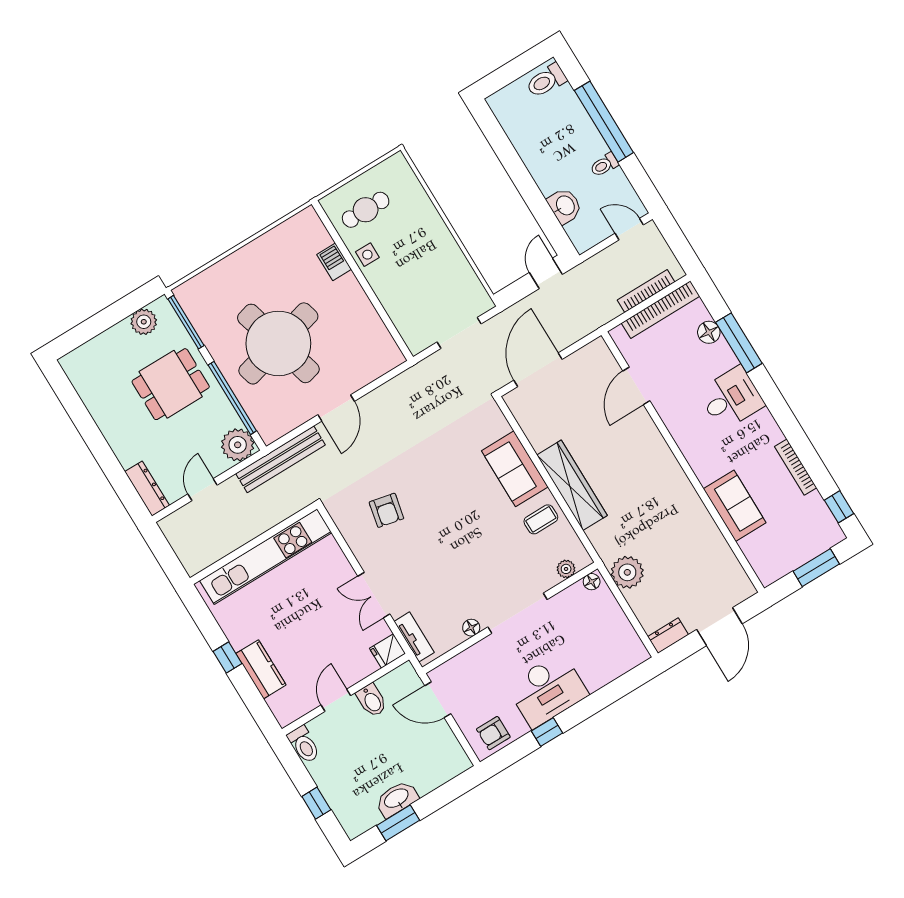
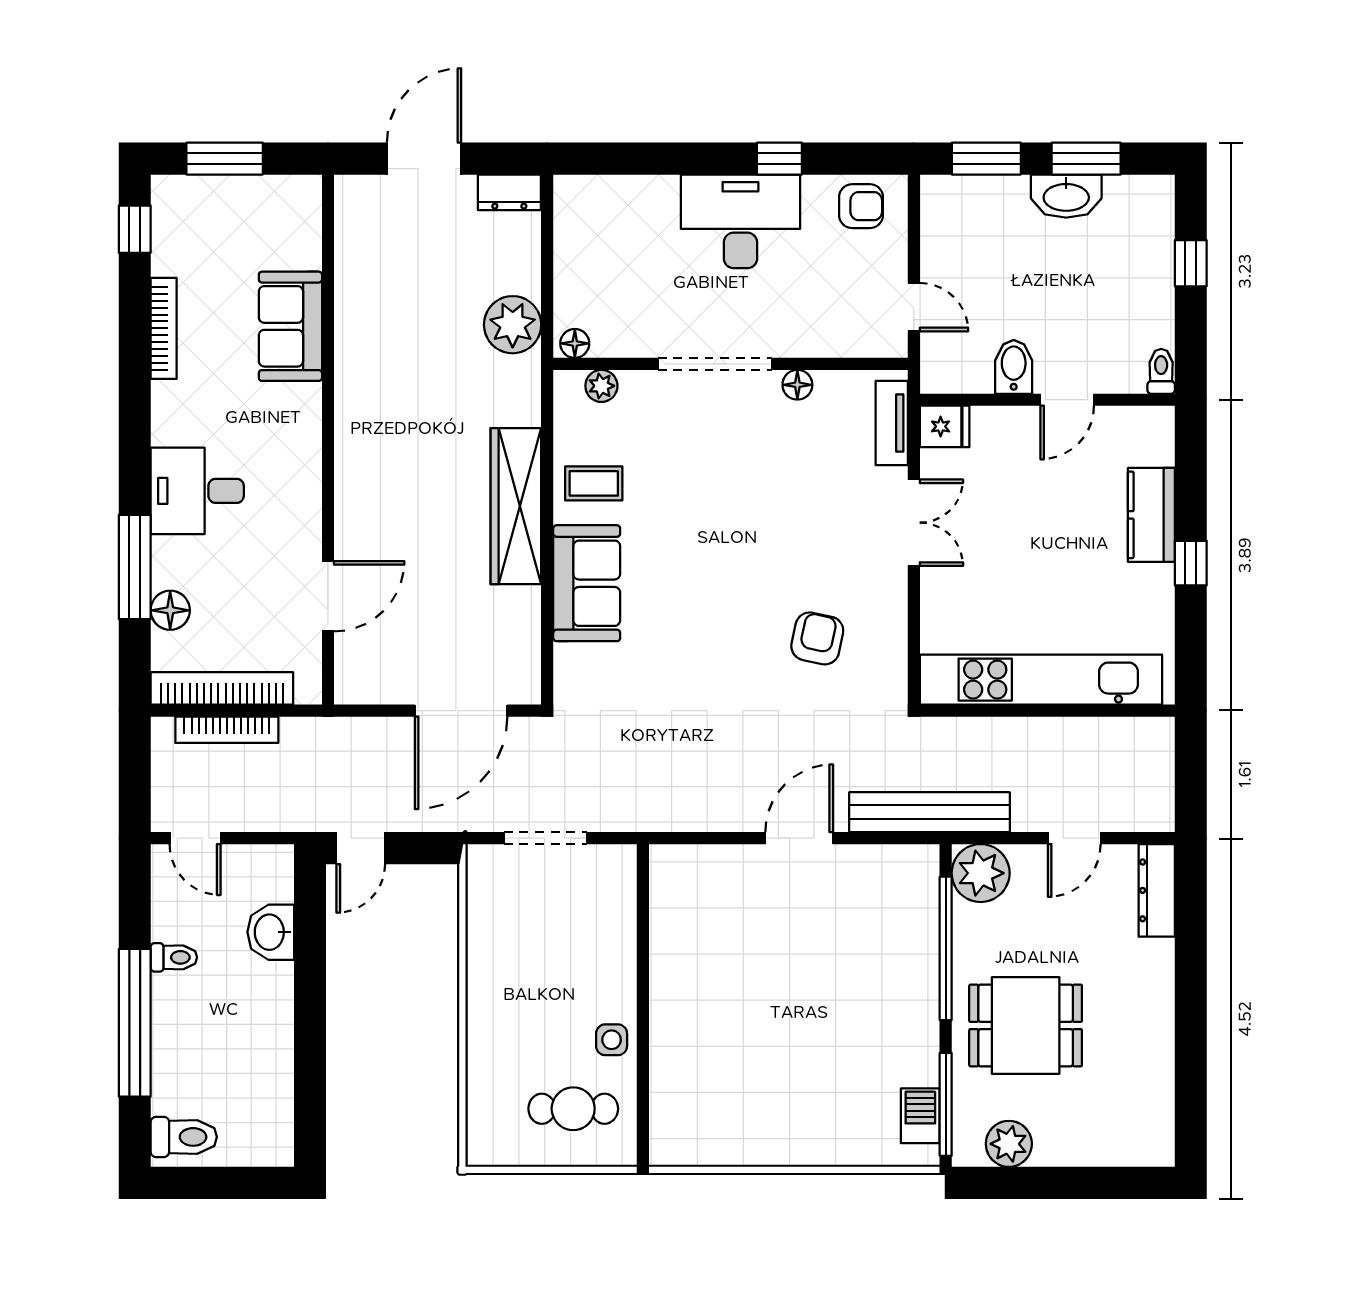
barbecue: (334, 262) -> (920, 1116), moved, turned 180
round table: (278, 343) -> (827, 988), removed
door: (438, 700) -> (914, 307), width x0.73
toilet: (304, 745) -> (1161, 371), width x0.73, depth x0.72
window: (447, 793) -> (986, 159), added

